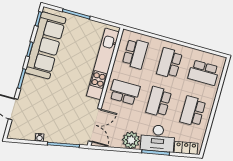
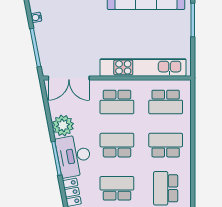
school desk: (124, 92) -> (117, 102), turned 90

